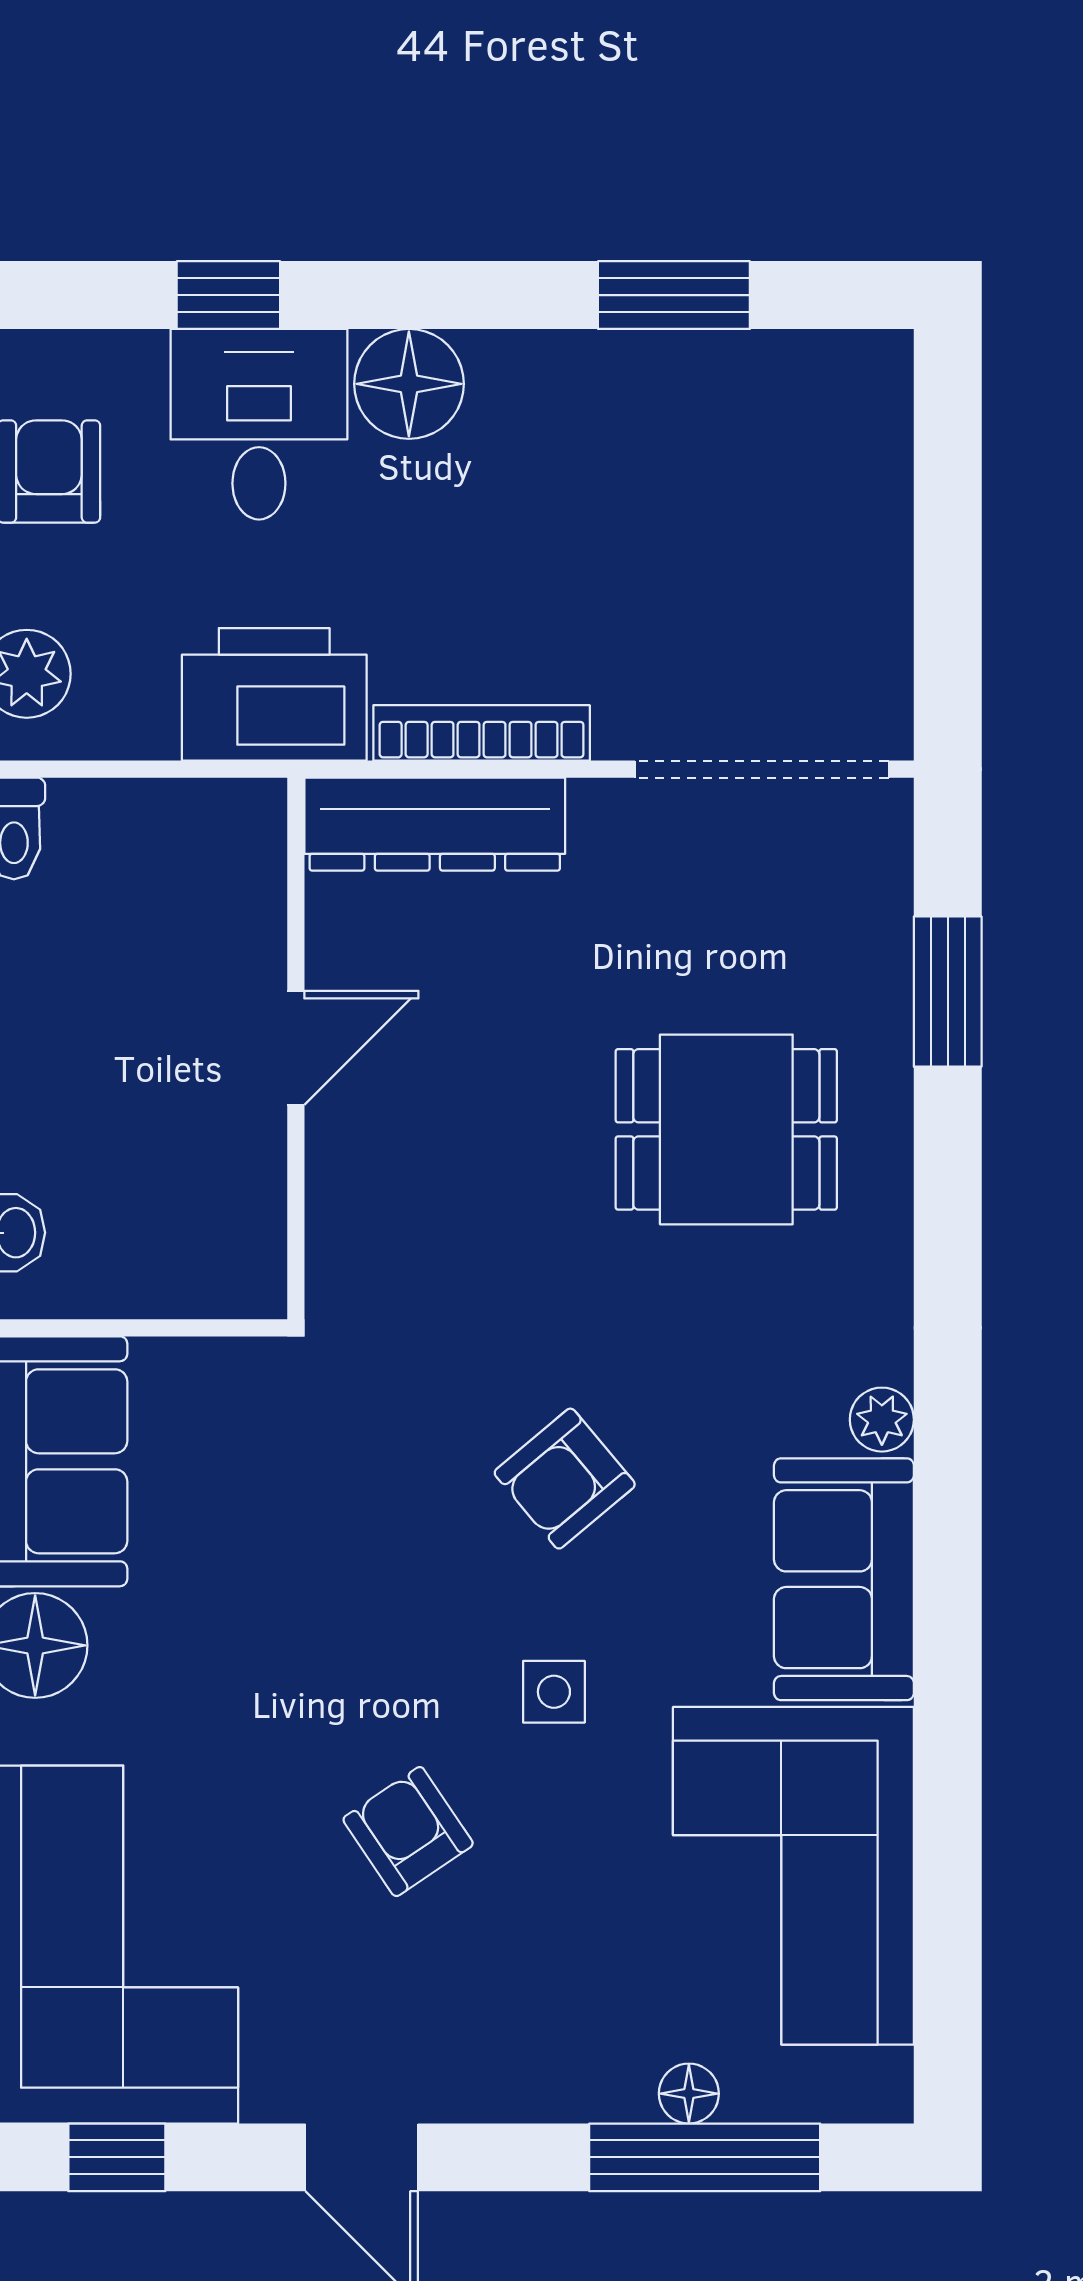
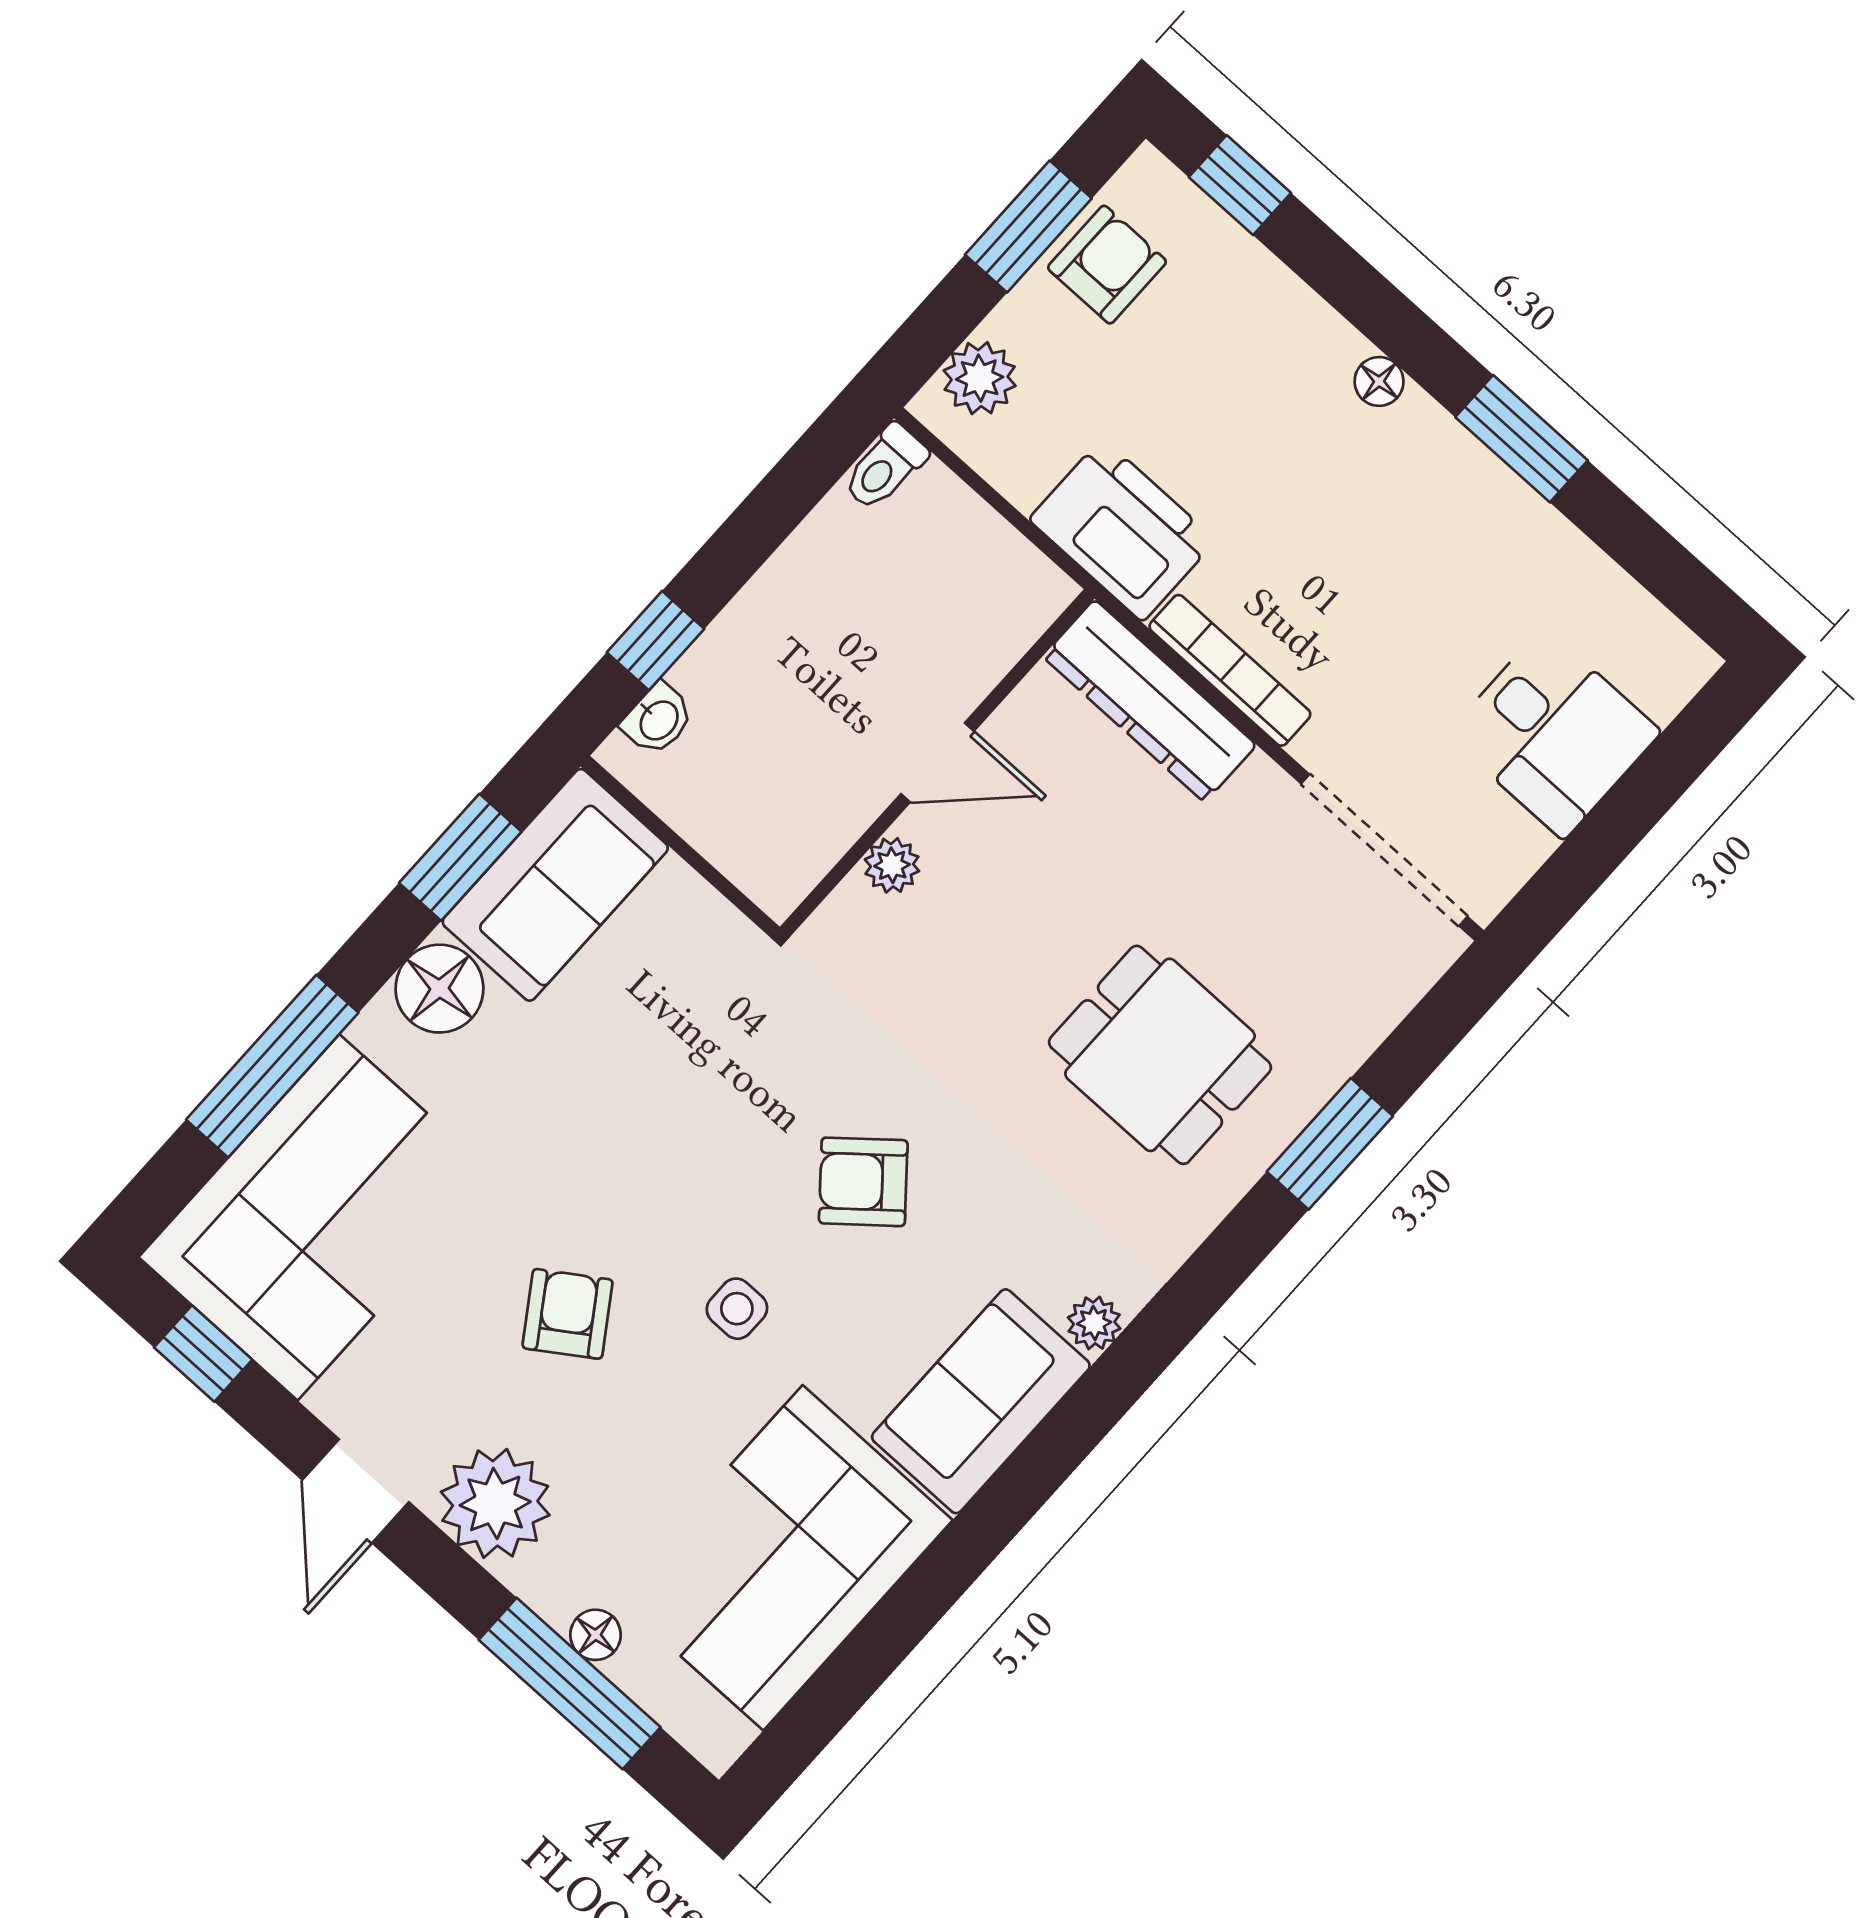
window: (228, 295) -> (1240, 185), moved
window: (674, 295) -> (1522, 439), moved
floor lamp: (409, 384) -> (1379, 381), width x0.53, depth x0.53
desk: (259, 424) -> (1554, 733), moved, turned 90
window: (948, 992) -> (1330, 1144), moved
plant: (338, 1175) -> (892, 865), added
plant: (495, 2057) -> (495, 1503), added

